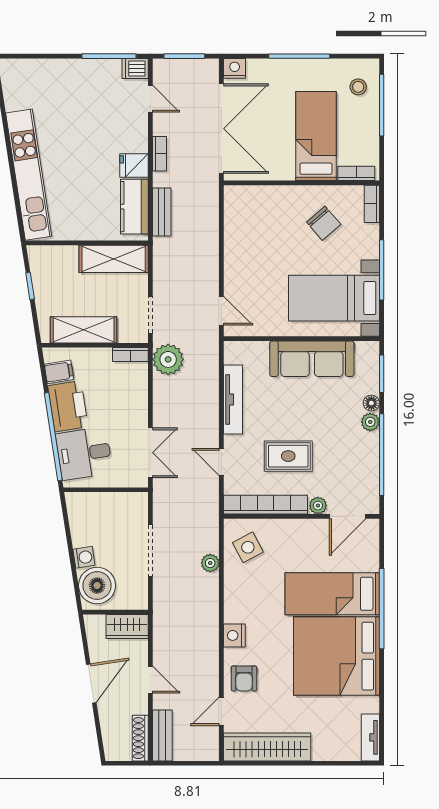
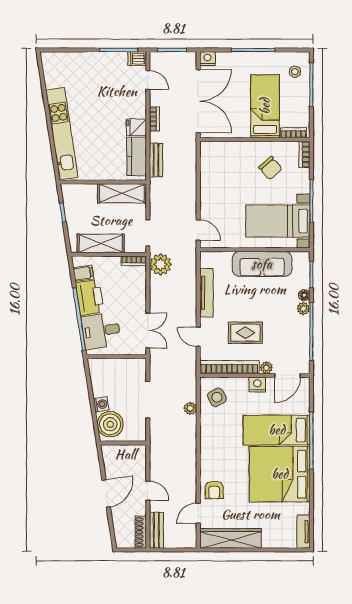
wardrobe: (127, 626) -> (132, 453), removed
nightstand: (234, 635) -> (257, 385), moved, turned 90

